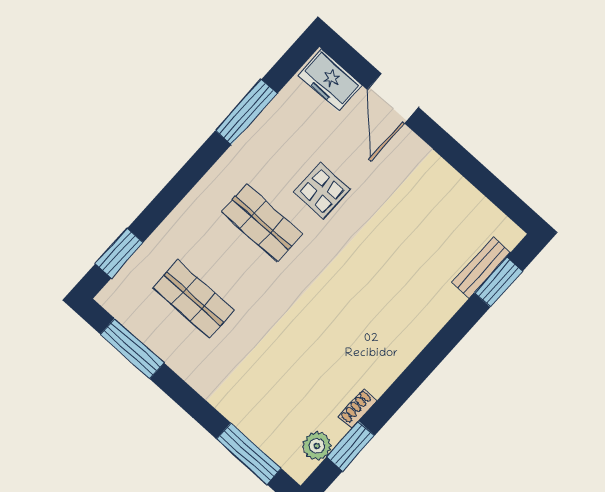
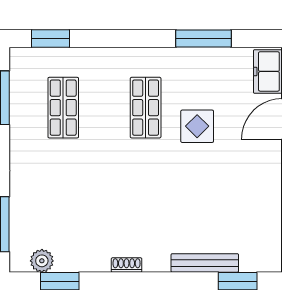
bench: (481, 267) -> (205, 263), moved, width x1.36
shoe rack: (358, 409) -> (127, 265), moved

